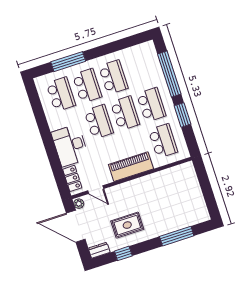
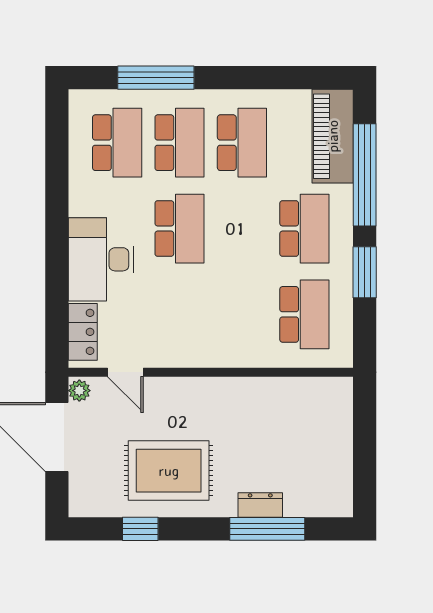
school desk: (125, 113) -> (242, 229), removed
piano: (131, 167) -> (333, 136), moved, turned -90
rug: (127, 225) -> (169, 471), width x1.36, depth x1.43
dresser: (99, 250) -> (260, 505), moved

